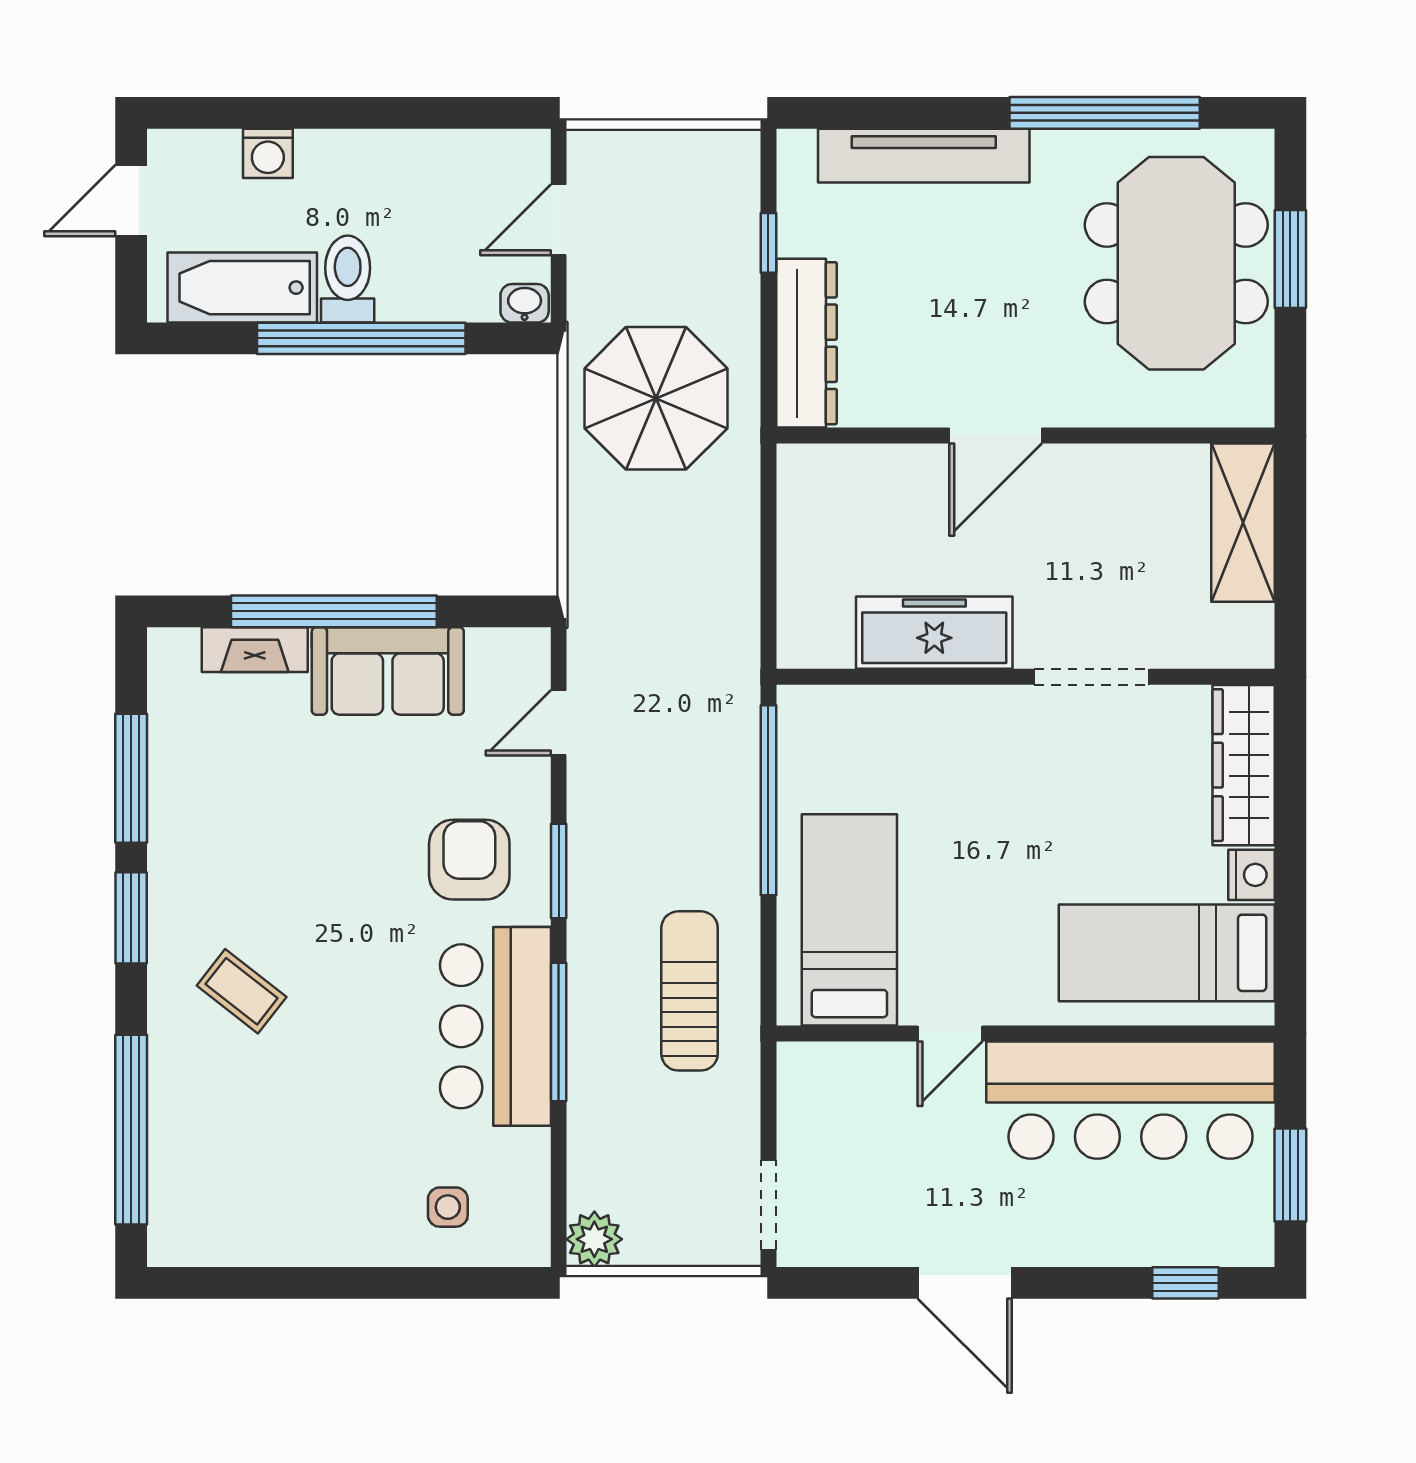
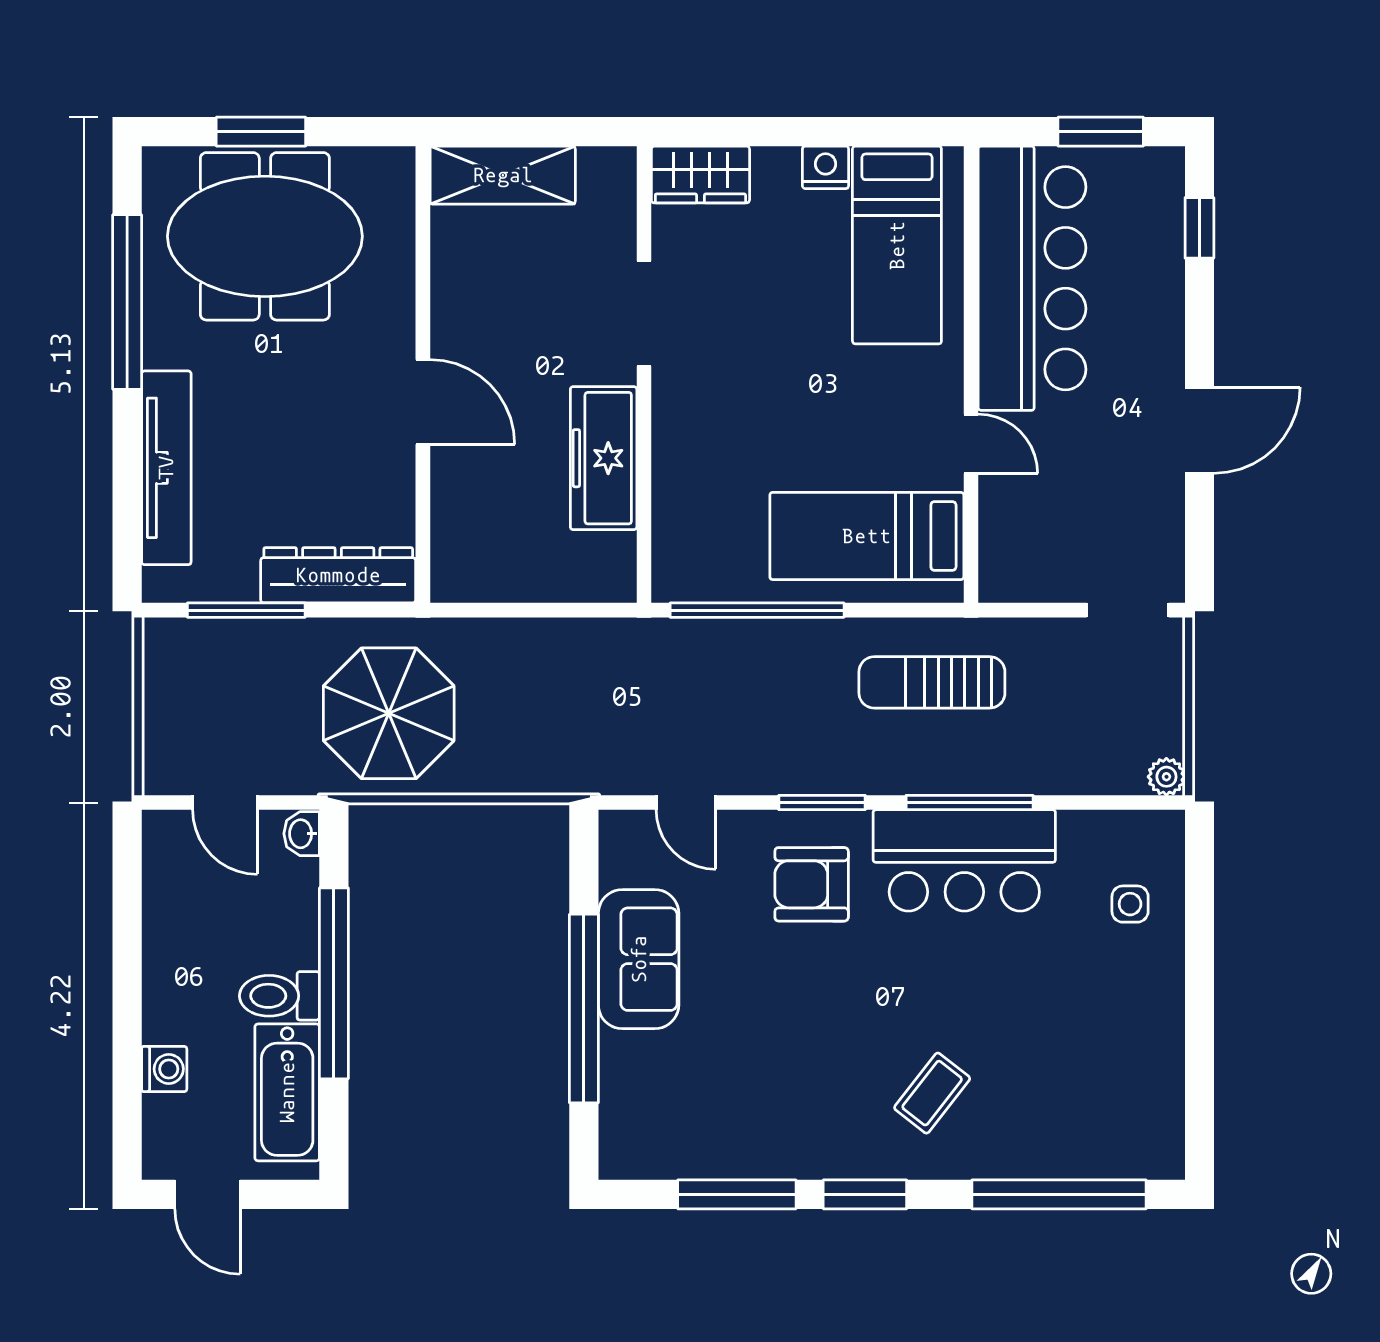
window: (768, 243) -> (246, 610), width x2.17
fireplace: (255, 650) -> (619, 1081), removed
wardrobe: (1244, 765) -> (700, 175), width x0.67
plant: (594, 1239) -> (1166, 777), width x0.73, depth x0.73

